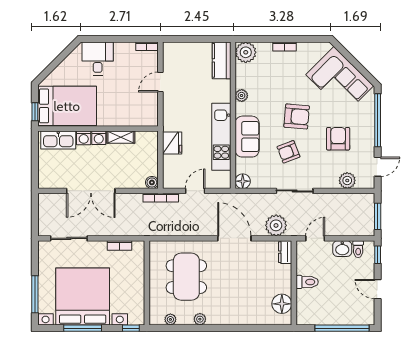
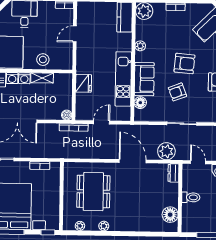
stool: (121, 114) -> (43, 60), added
floor lamp: (243, 181) -> (140, 103), moved
door: (315, 238) -> (198, 162), hinge flipped

